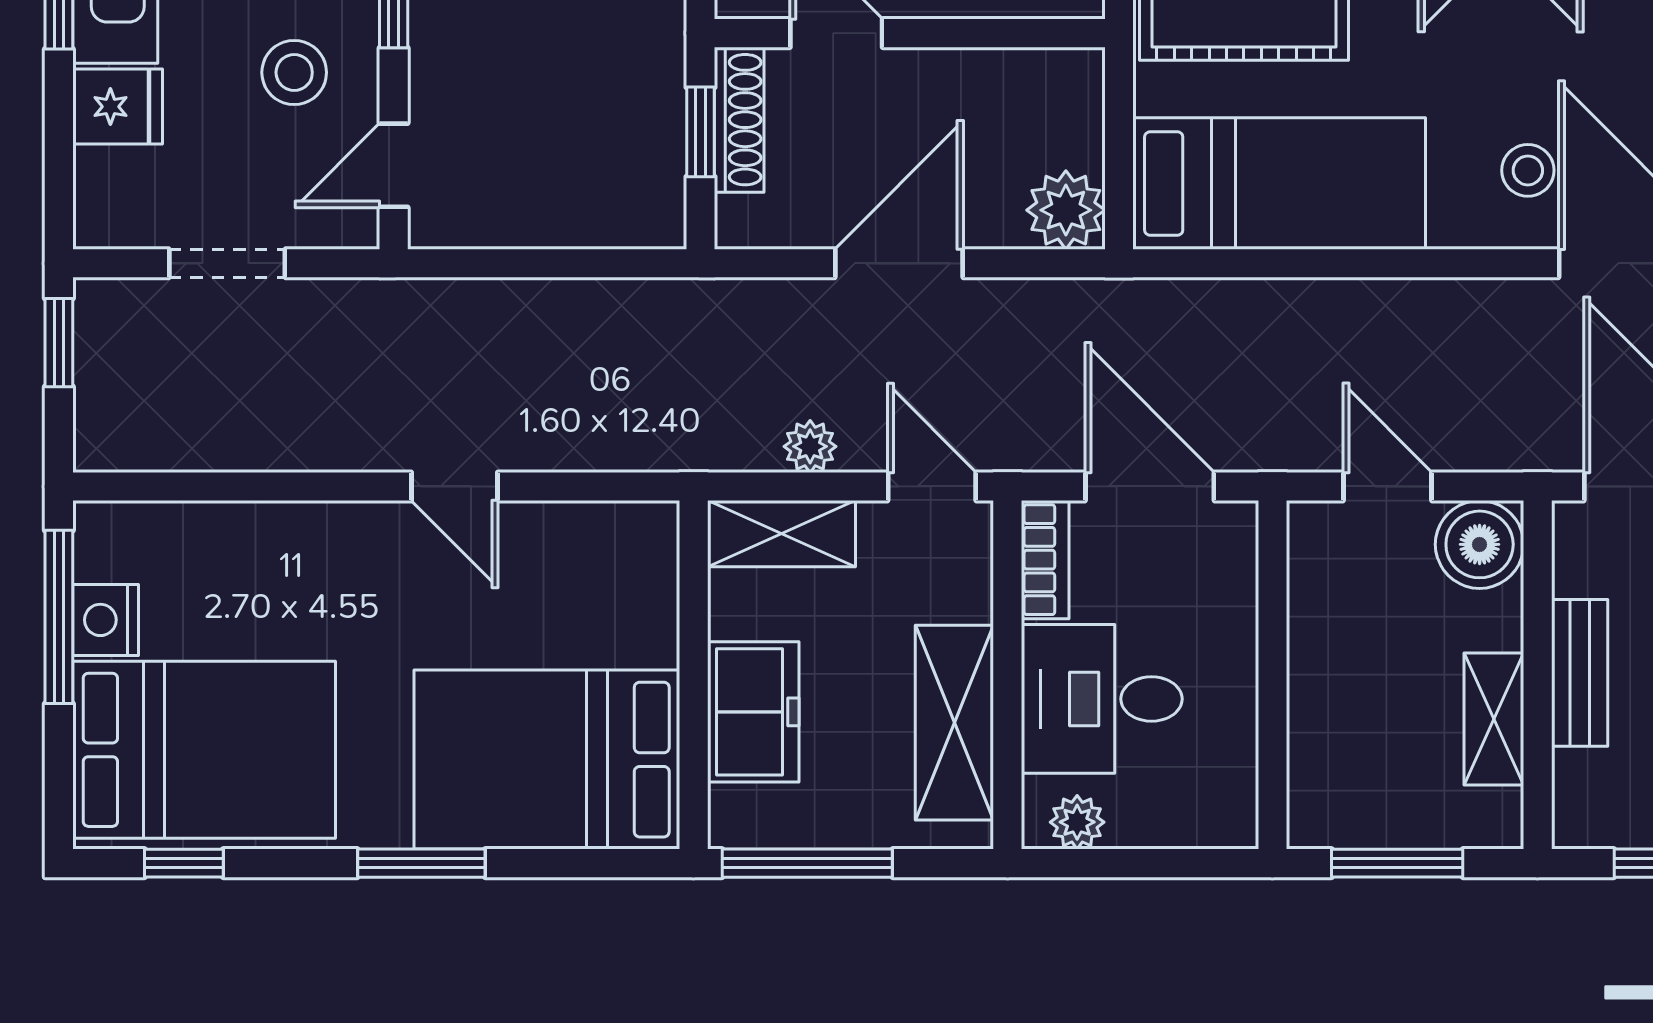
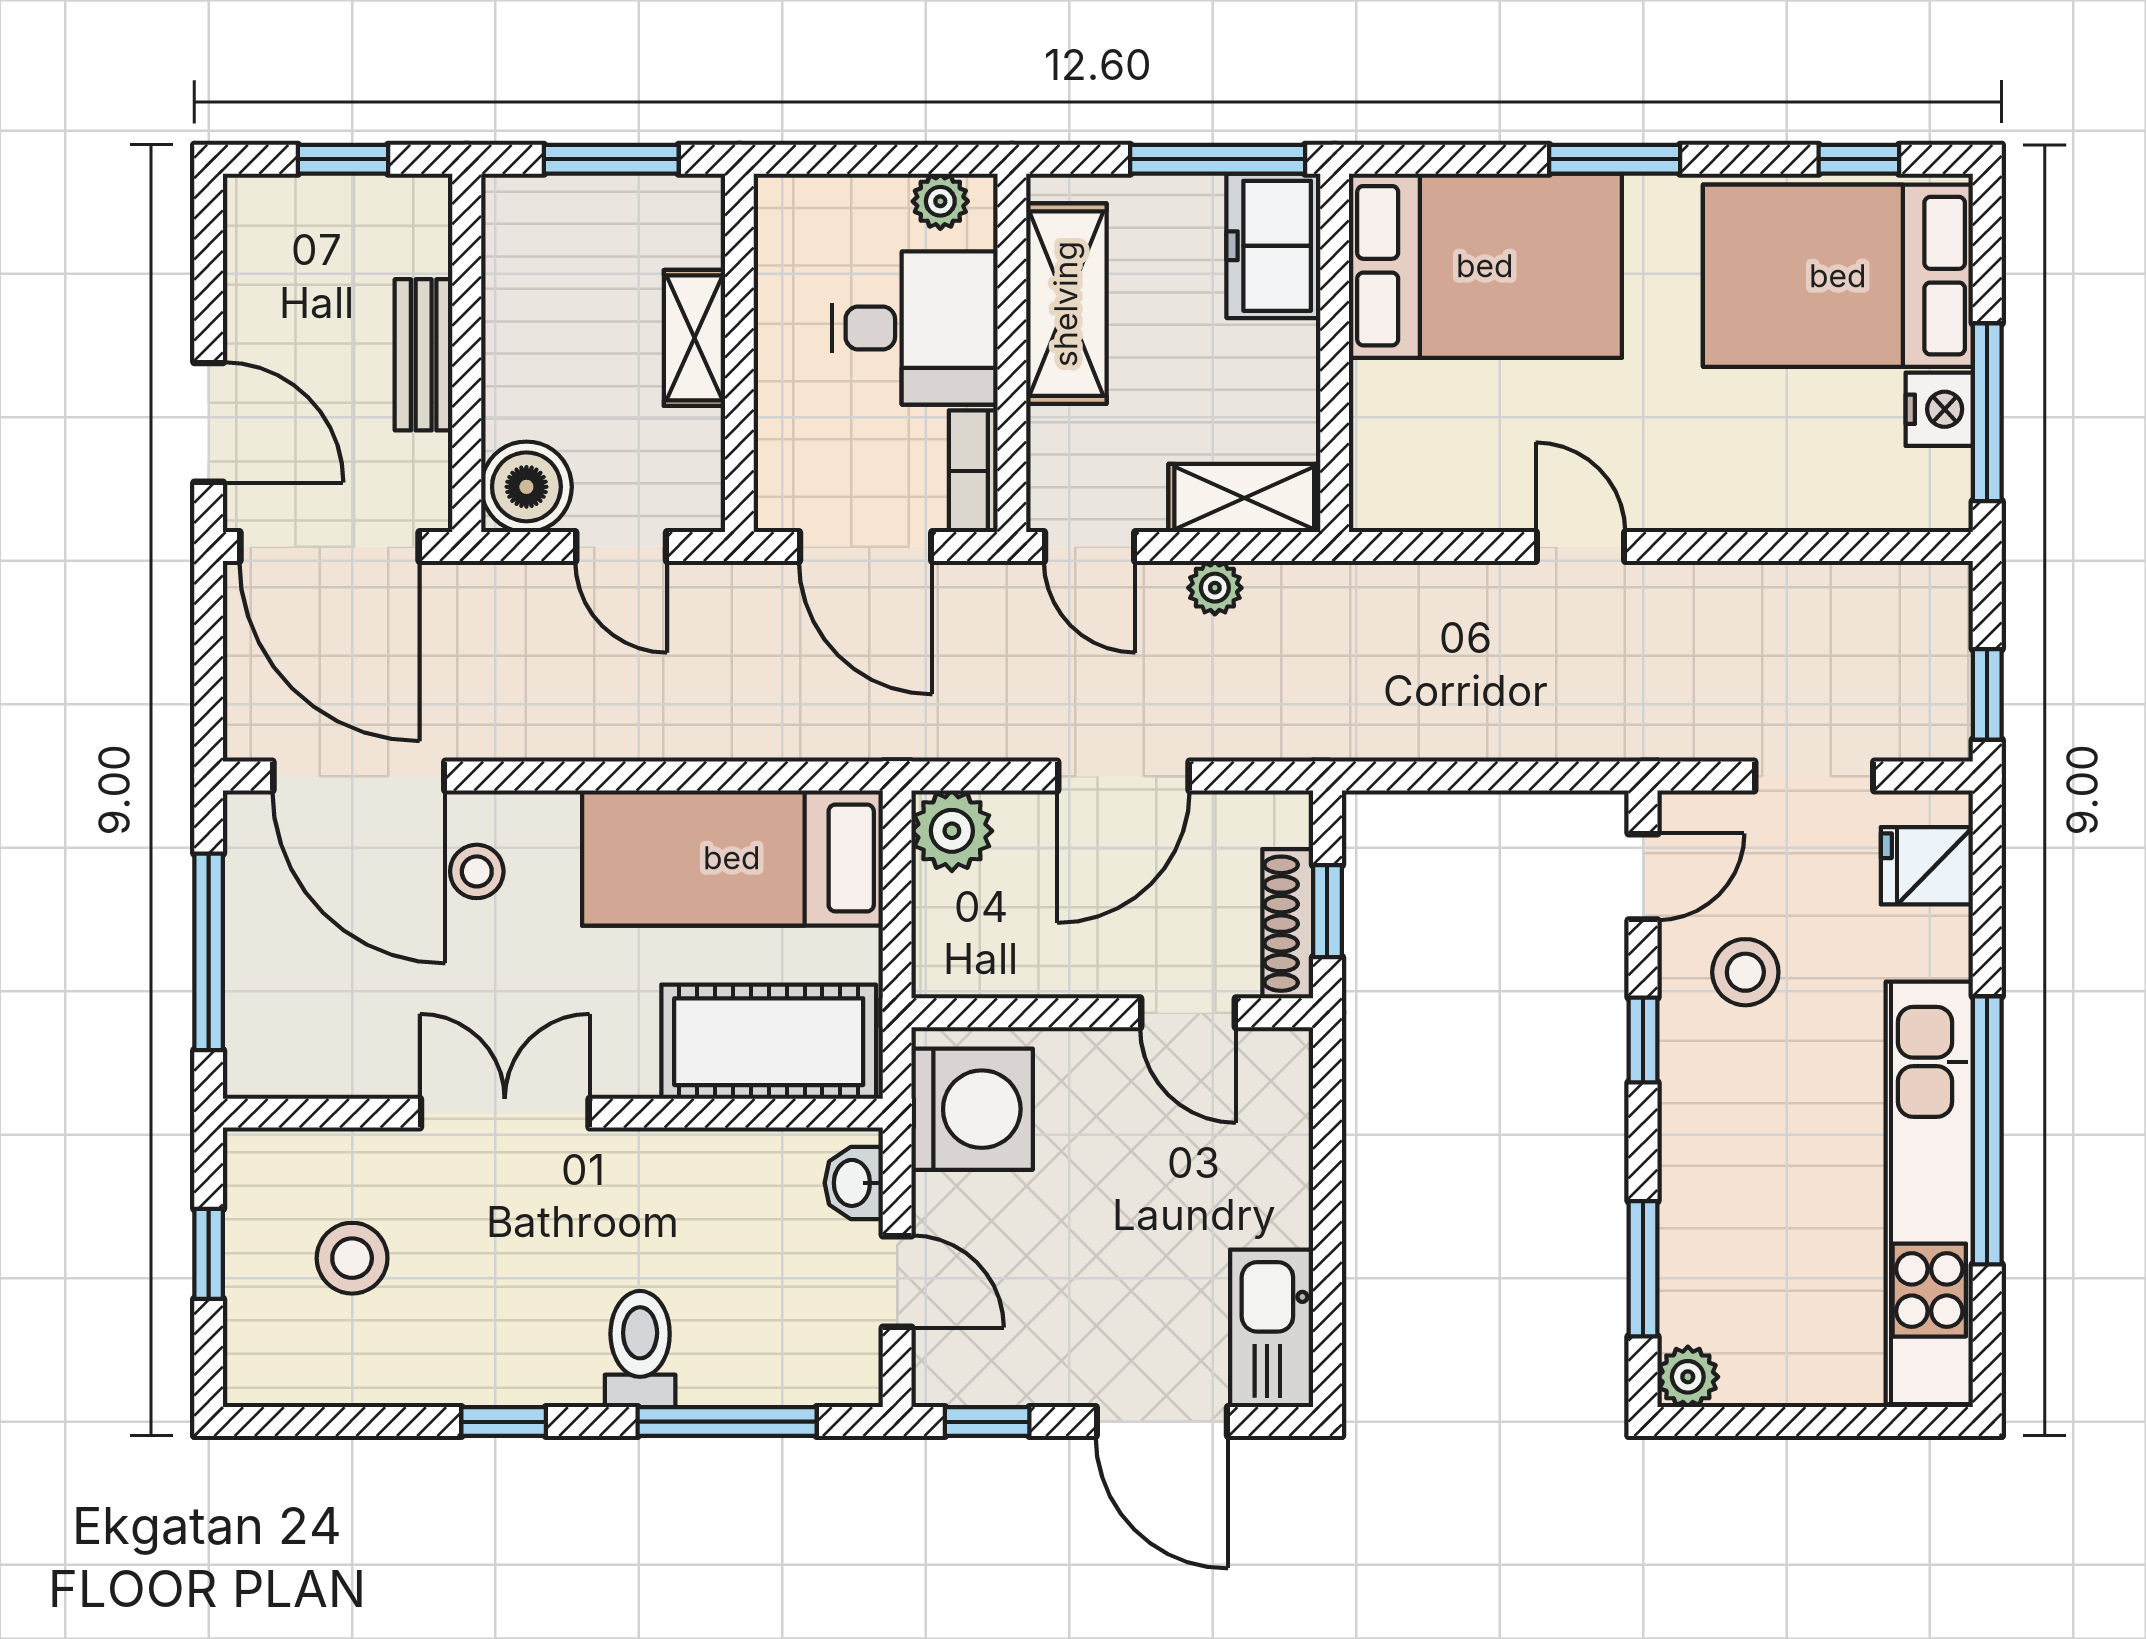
fridge: (118, 107) -> (1927, 866), moved
freezer: (753, 712) -> (1273, 246), moved
shelving: (1494, 719) -> (694, 338), moved

